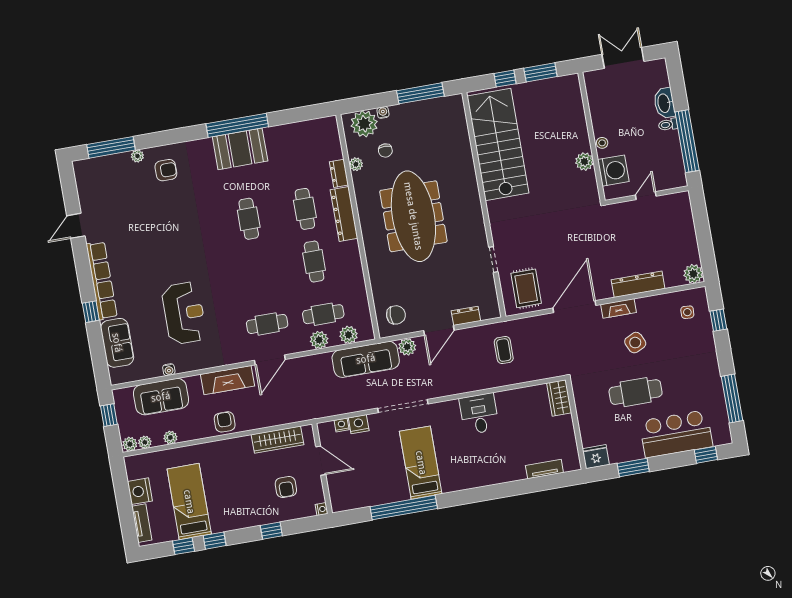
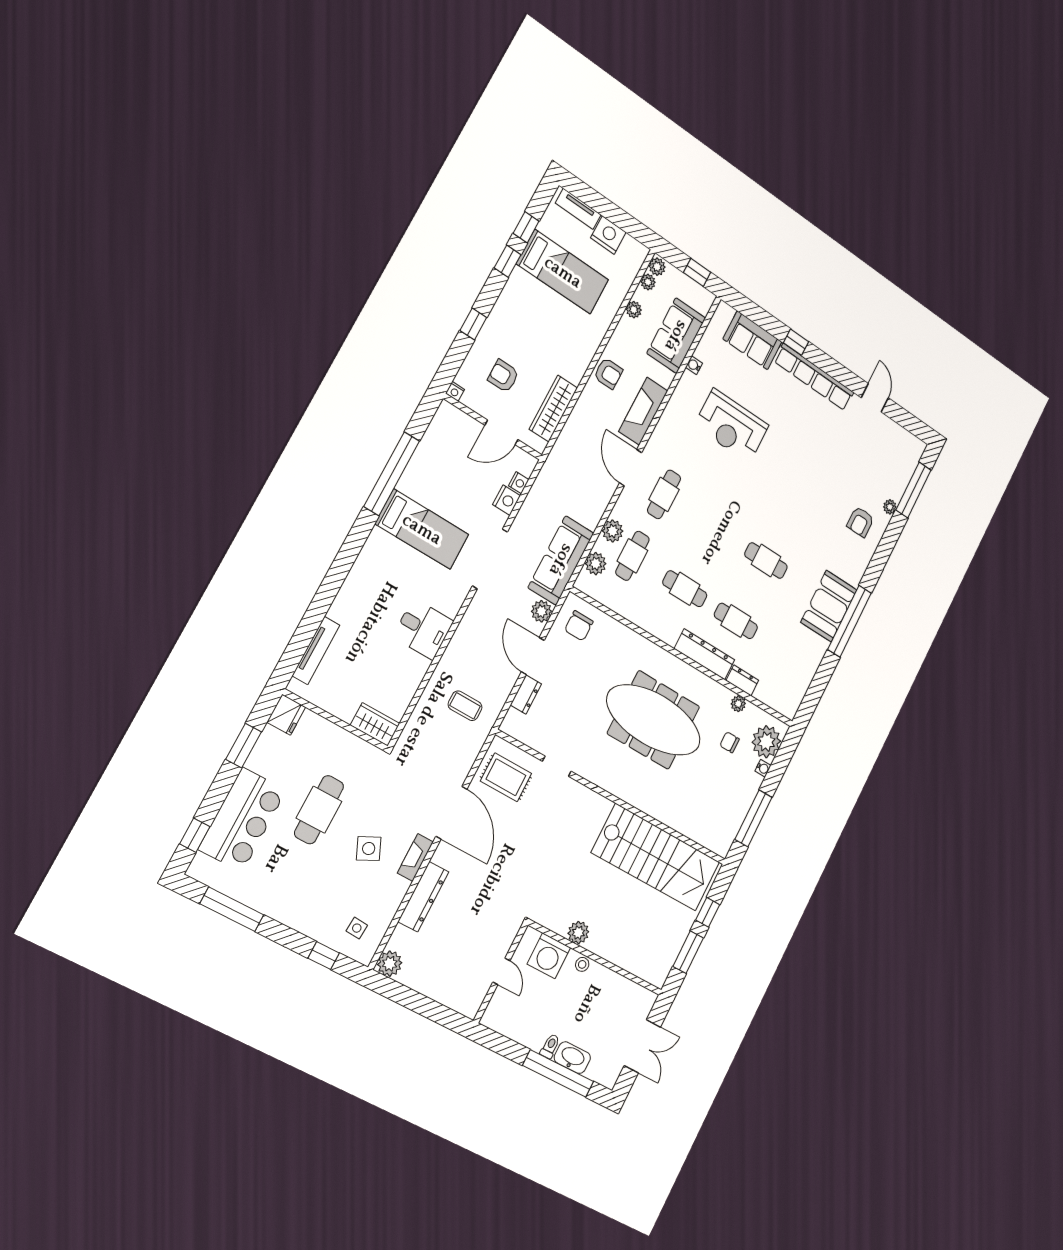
window: (687, 141) -> (558, 1073), moved
tv unit: (544, 469) -> (316, 650), width x1.41

